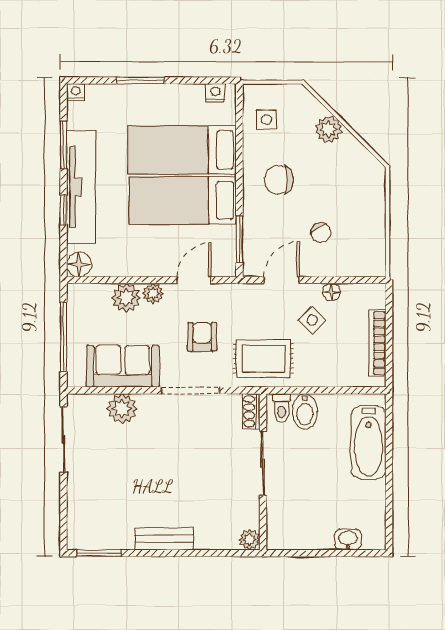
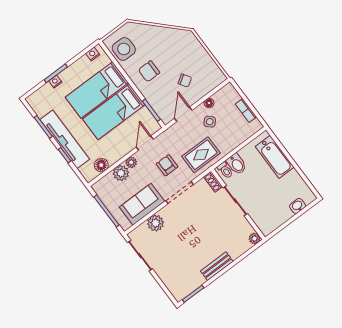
nightstand: (76, 92) -> (55, 82), moved
side table: (266, 120) -> (124, 49), width x1.87, depth x1.87
plant: (329, 129) -> (154, 33), removed
floor lamp: (79, 264) -> (101, 165), moved
bookcase: (377, 343) -> (246, 110), width x0.64

